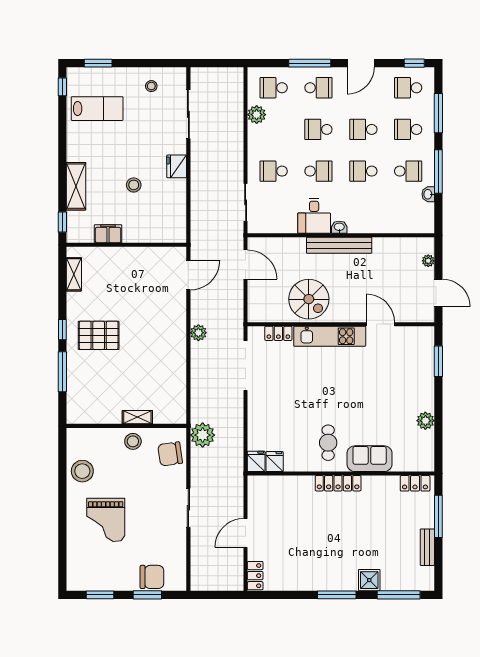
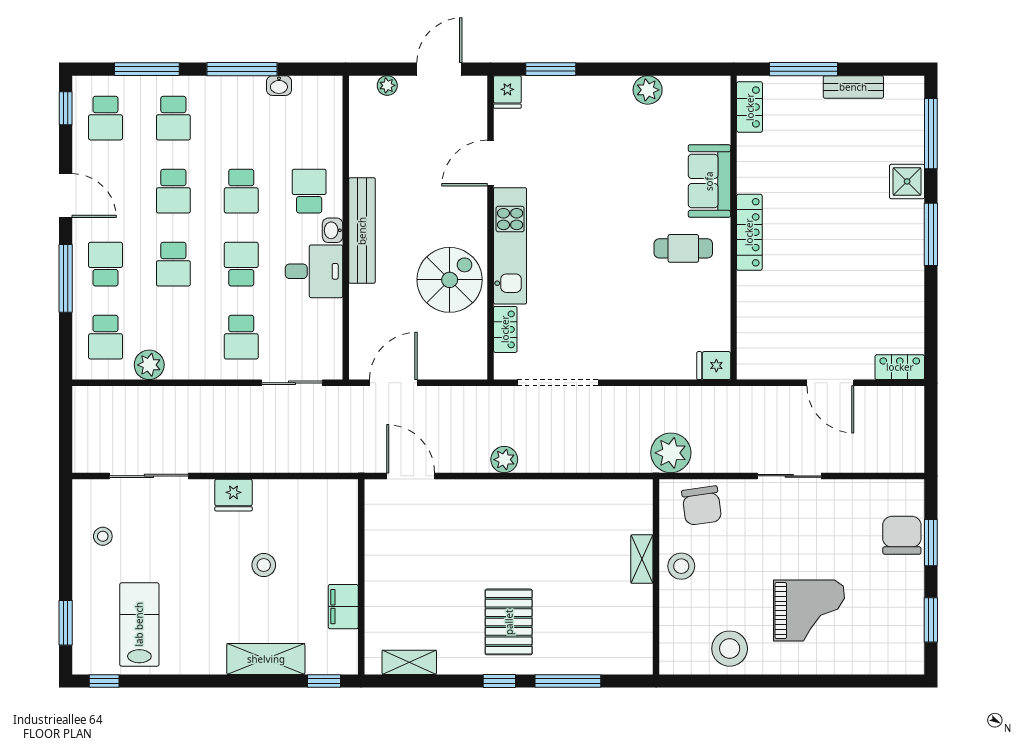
school desk: (408, 171) -> (309, 191), moved
fridge: (275, 462) -> (507, 92), moved, turned -90

